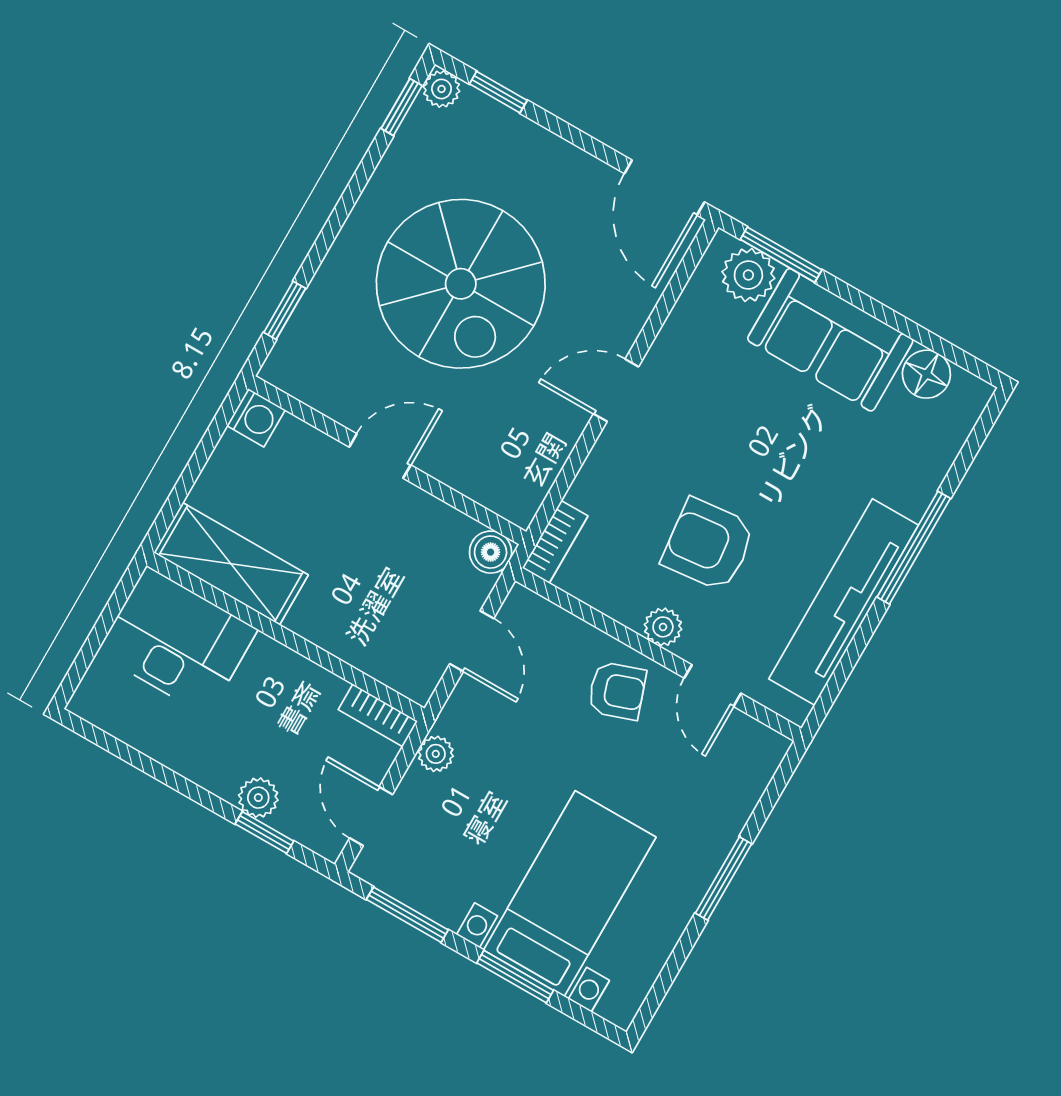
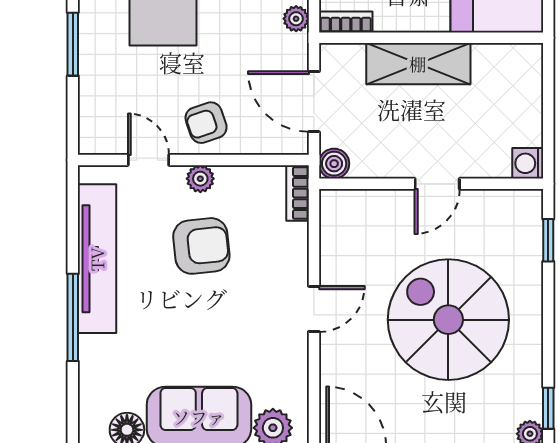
shelving: (231, 564) -> (418, 64), moved
door: (472, 641) -> (314, 102), width x1.38

